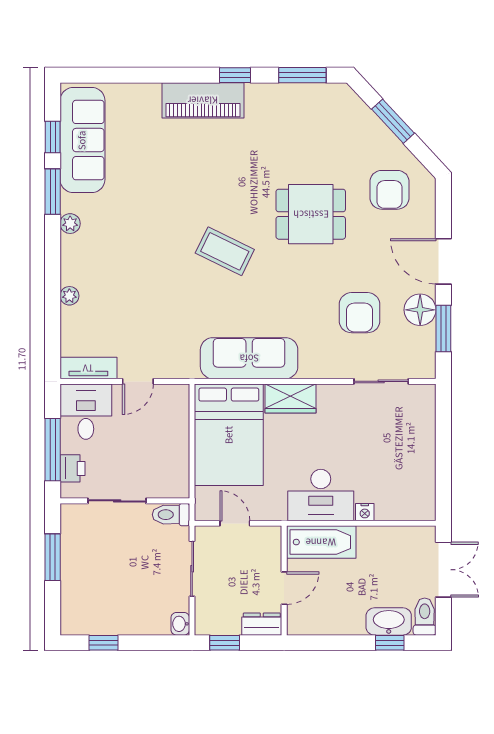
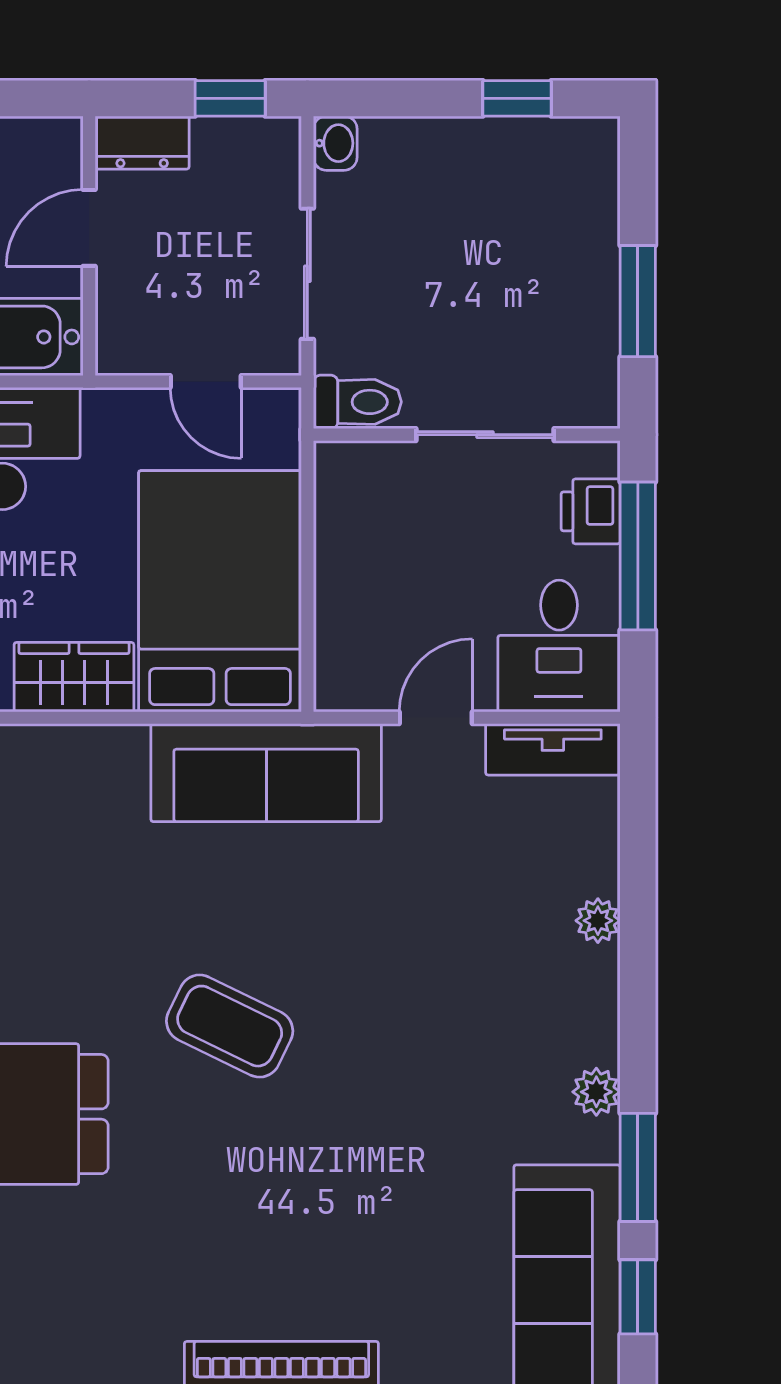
sofa: (249, 358) -> (266, 773), moved

